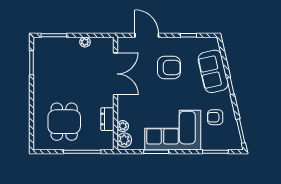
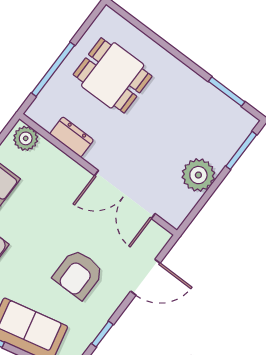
plant: (85, 42) -> (198, 175), width x1.88, depth x1.88
plant: (123, 126) -> (46, 151), removed

